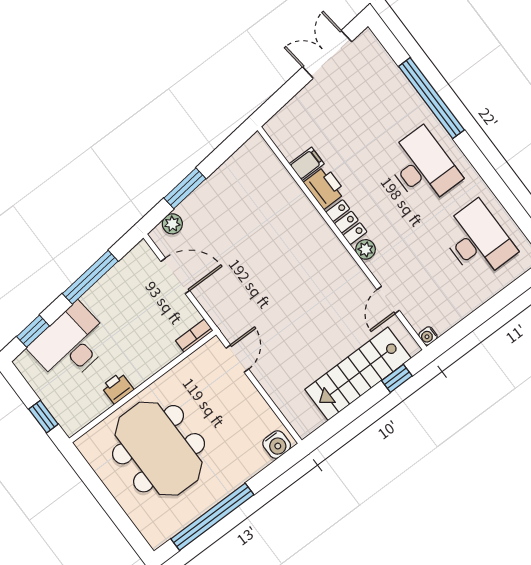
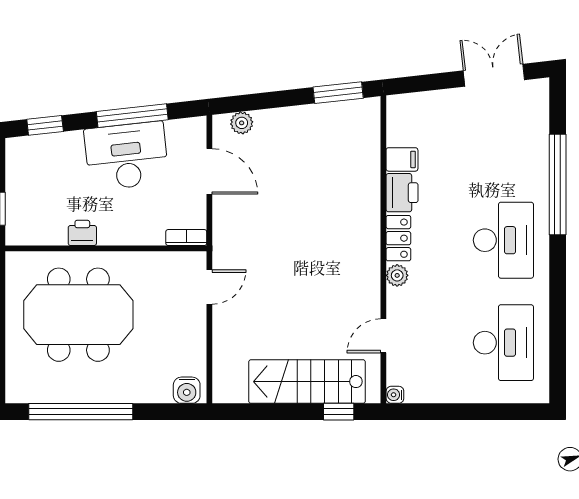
window: (185, 188) -> (338, 93), moved
desk: (71, 344) -> (127, 156), moved
meeting table: (159, 449) -> (78, 315), turned 90

